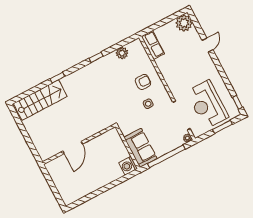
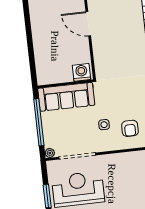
sofa: (141, 148) -> (66, 97), width x1.36
washing machine: (128, 166) -> (81, 72), moved

